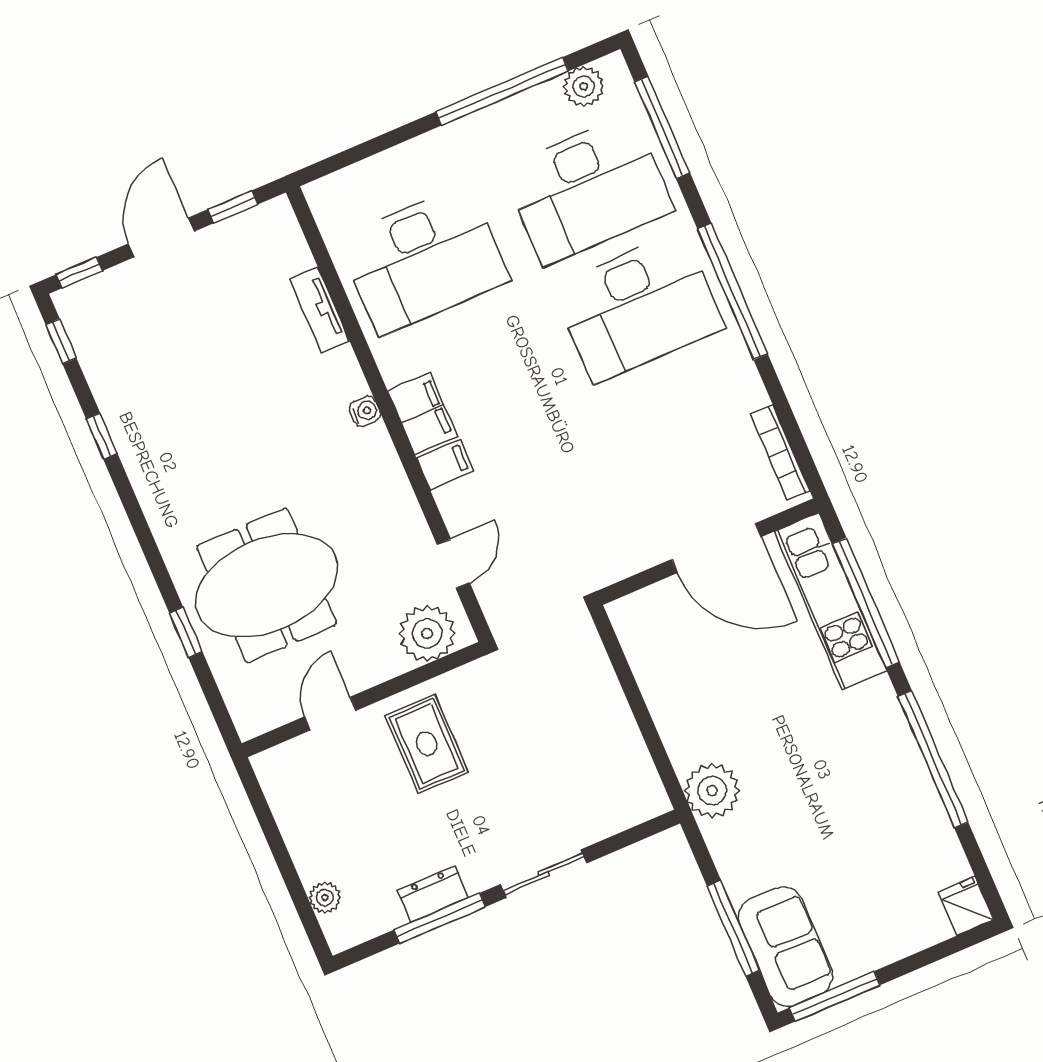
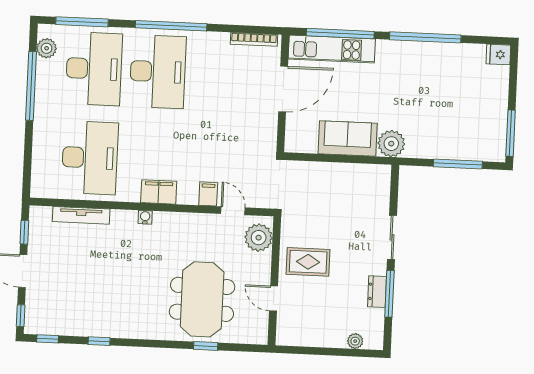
tv unit: (319, 309) -> (81, 215), width x1.41
filing cabinet: (445, 464) -> (208, 194), moved
sofa: (786, 947) -> (348, 139), moved

